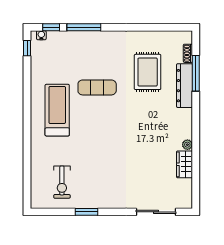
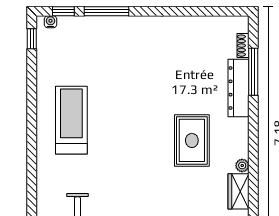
rug: (148, 72) -> (192, 140), moved
exercise mat: (97, 87) -> (124, 90), removed

